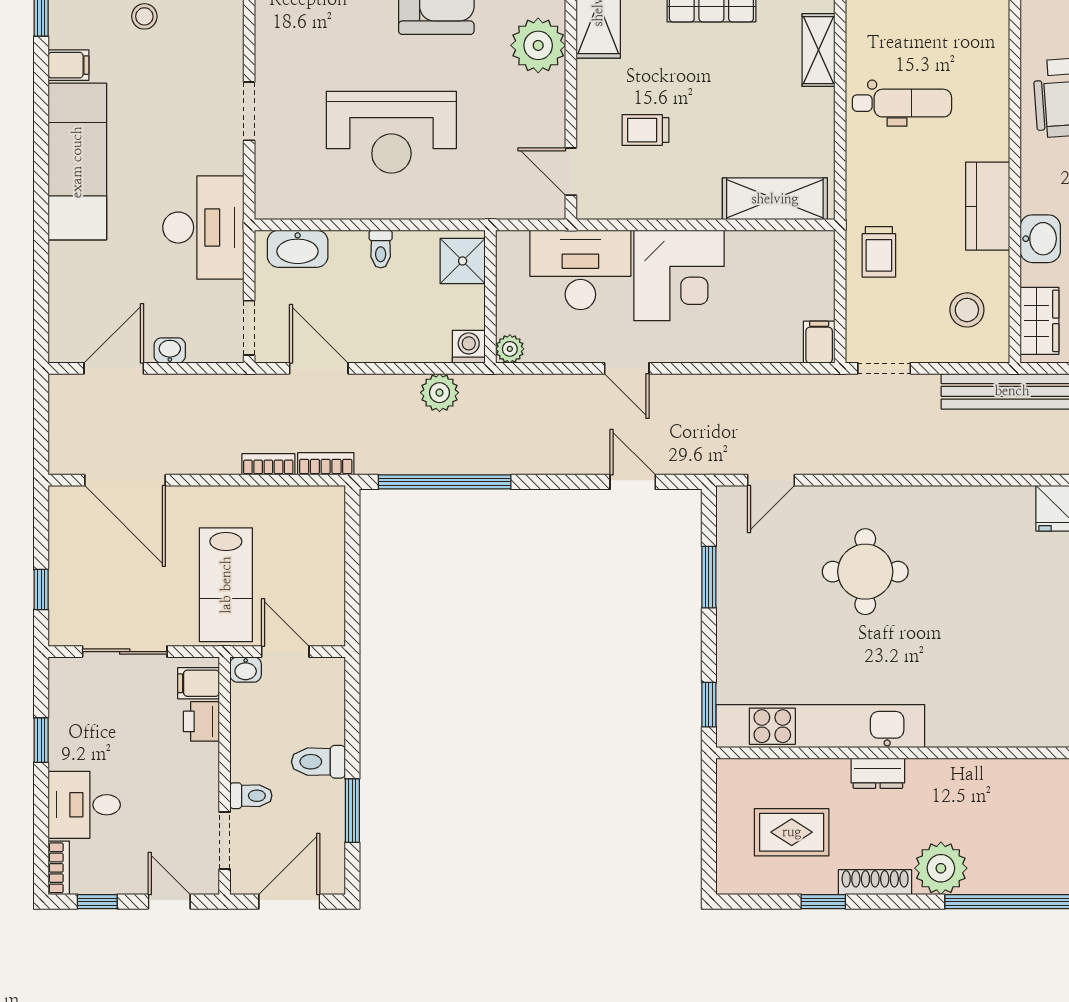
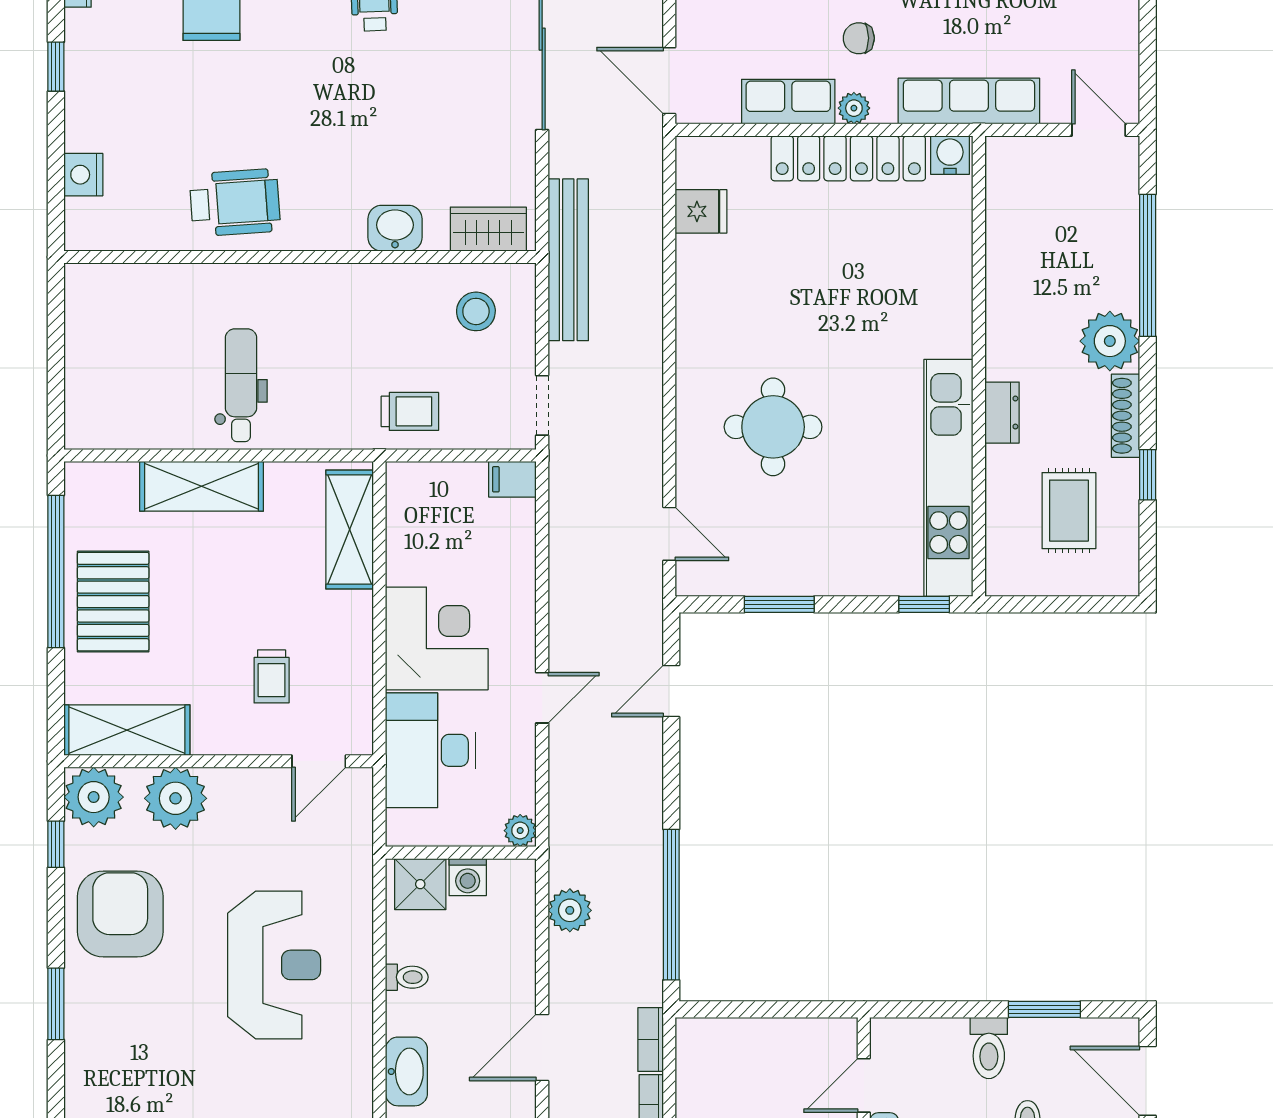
shelving: (818, 50) -> (201, 486), width x1.50, depth x1.33
kitchen counter: (988, 206) -> (358, 288), removed
washing machine: (469, 347) -> (468, 877), moved, turned -90

